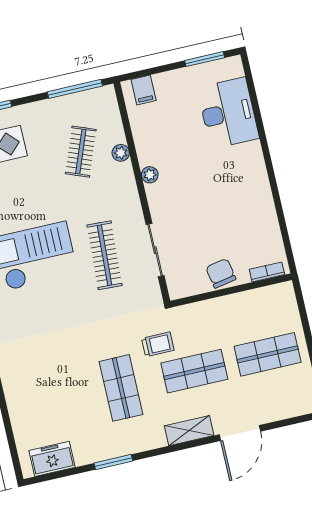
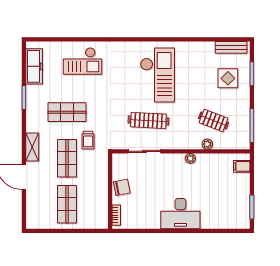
desk: (228, 113) -> (180, 214), moved
checkout: (34, 382) -> (83, 61), added
freezer: (52, 459) -> (34, 66), width x1.40

